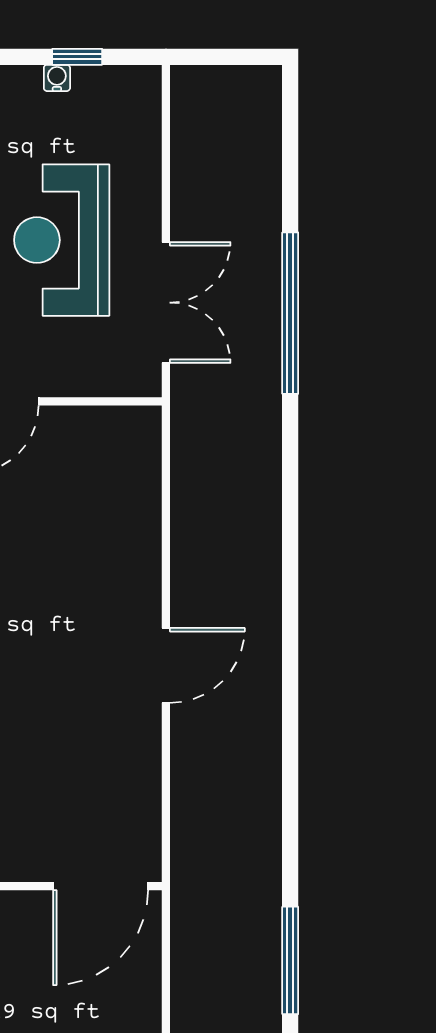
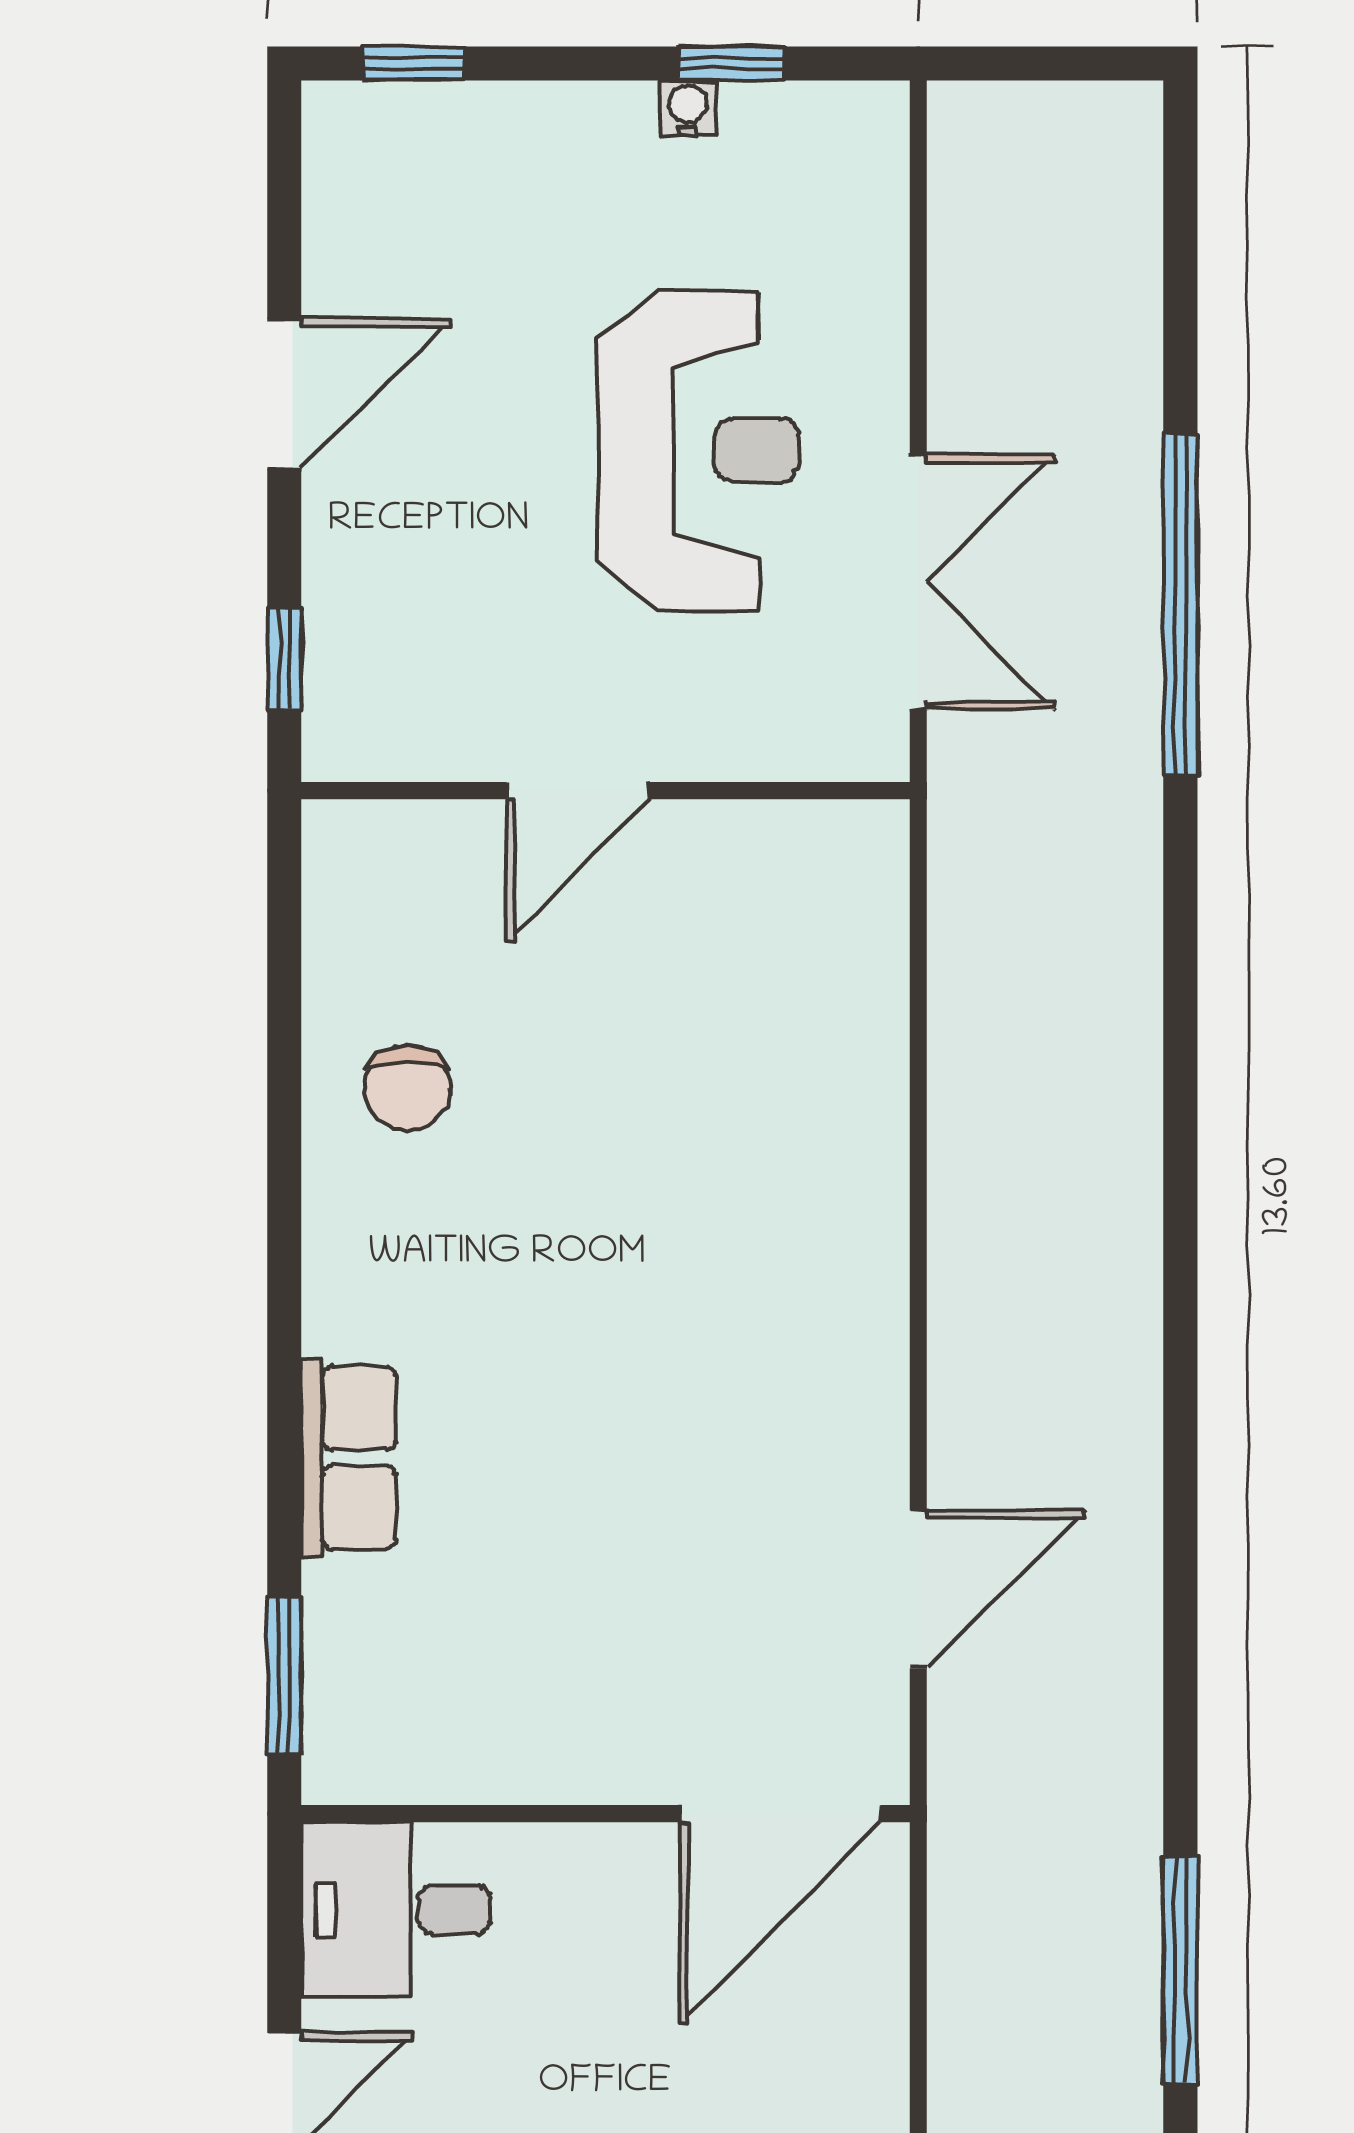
reception desk: (62, 240) -> (698, 450), turned 180
door: (166, 665) -> (918, 1589), moved

